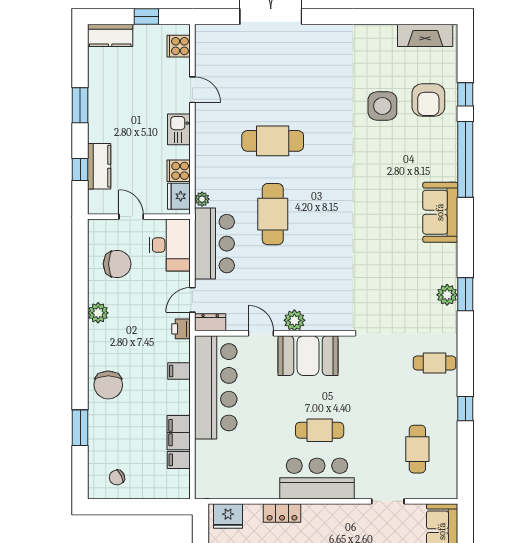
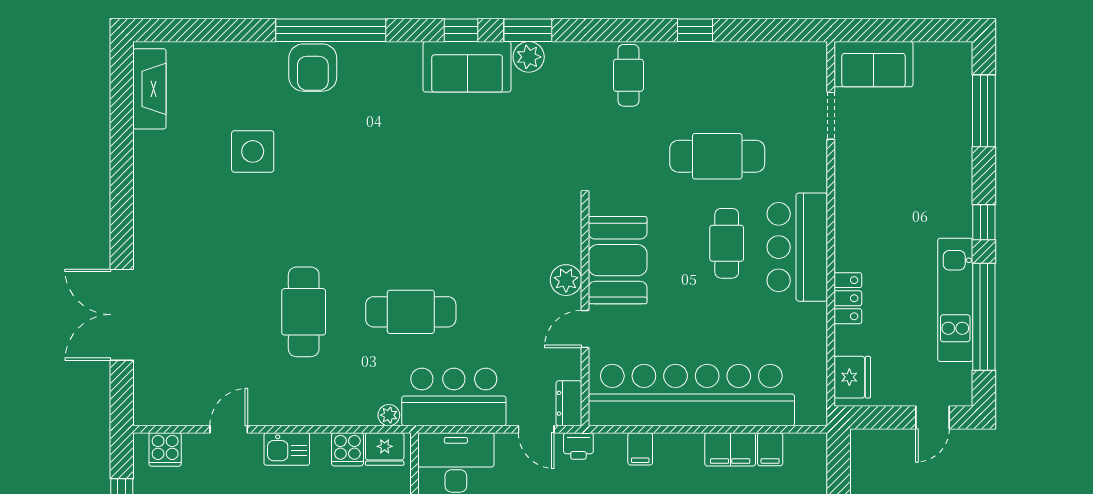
window: (465, 94) -> (461, 30), moved
armchair: (428, 100) -> (313, 68), moved, turned 90
sofa: (440, 212) -> (467, 67), moved
bar counter: (216, 387) -> (691, 395), width x1.36
cafe table: (417, 449) -> (717, 156), moved, width x1.37, depth x1.35
doorway: (388, 501) -> (831, 116), moved

